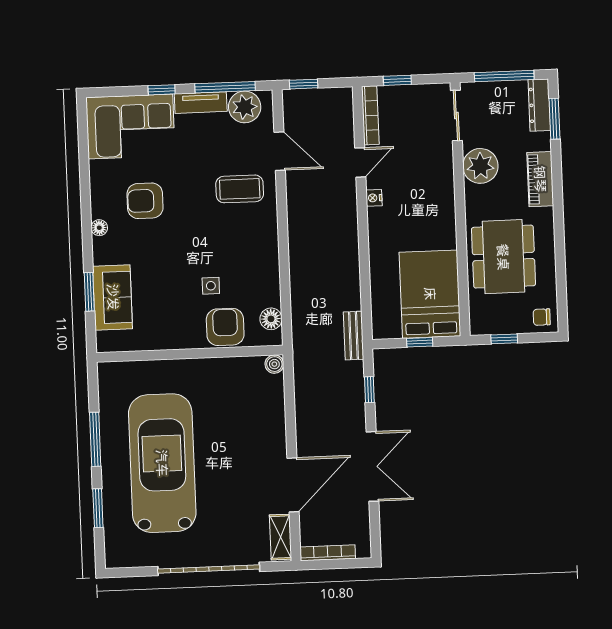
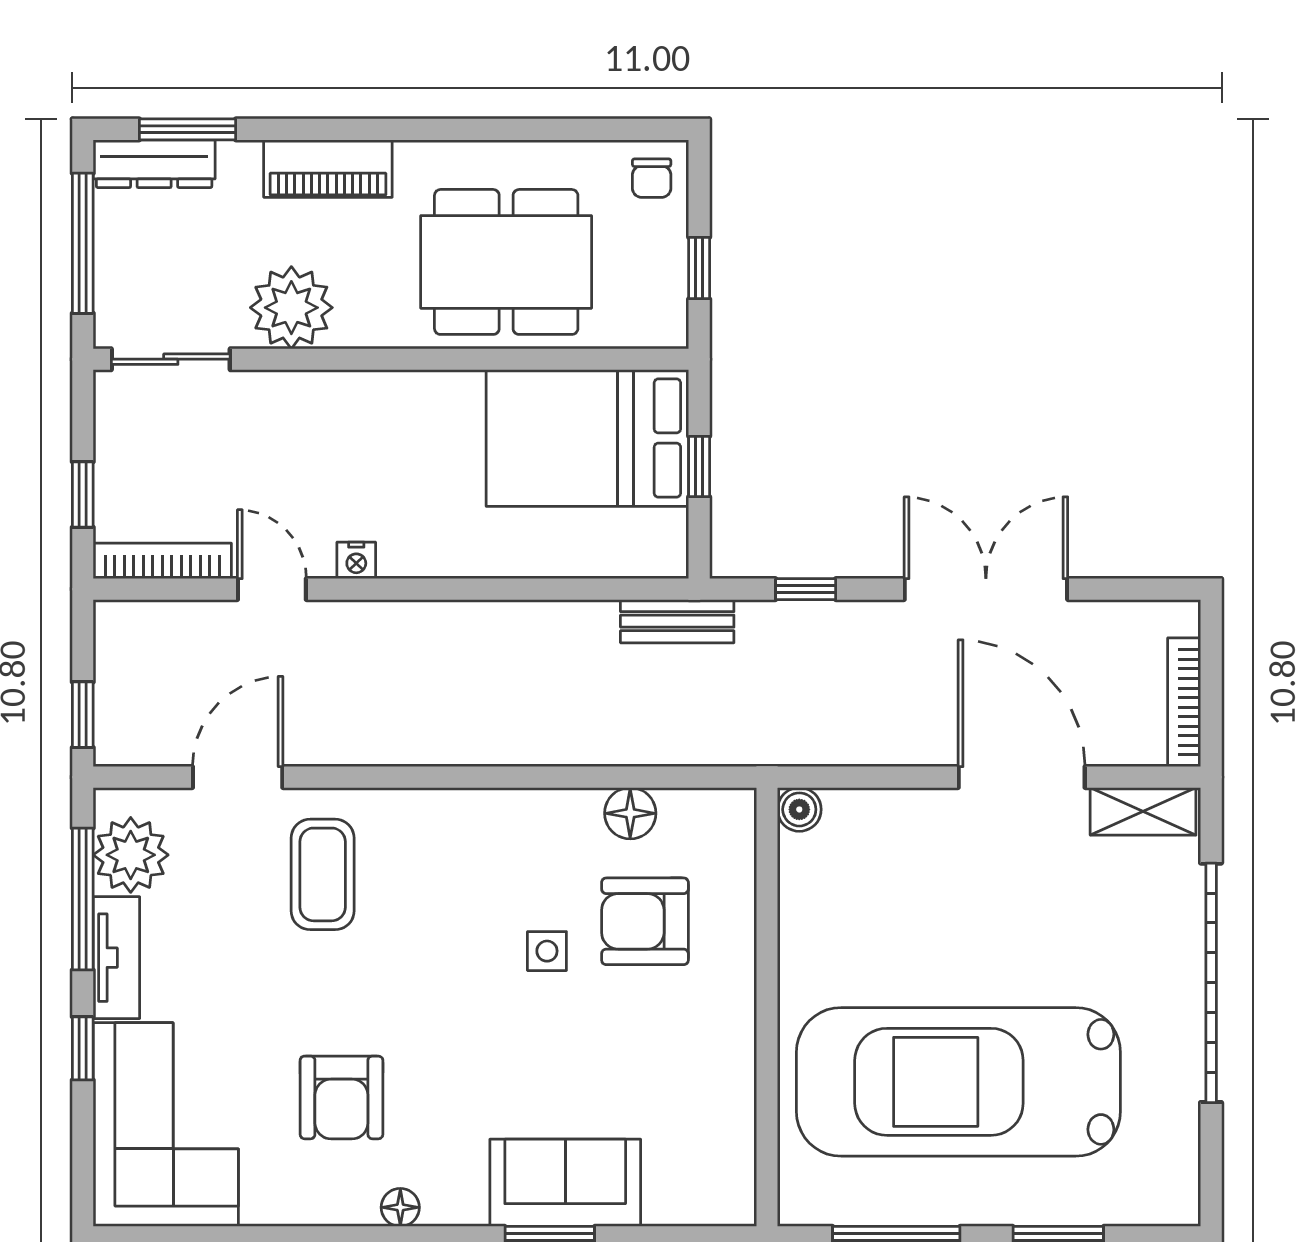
wall: (190, 354) -> (767, 1007), moved
boiler: (274, 364) -> (799, 809), moved

